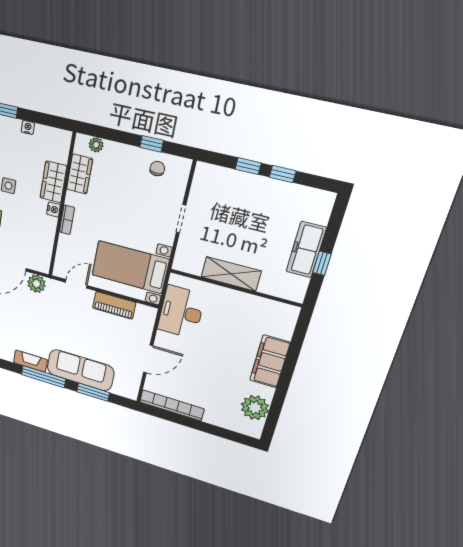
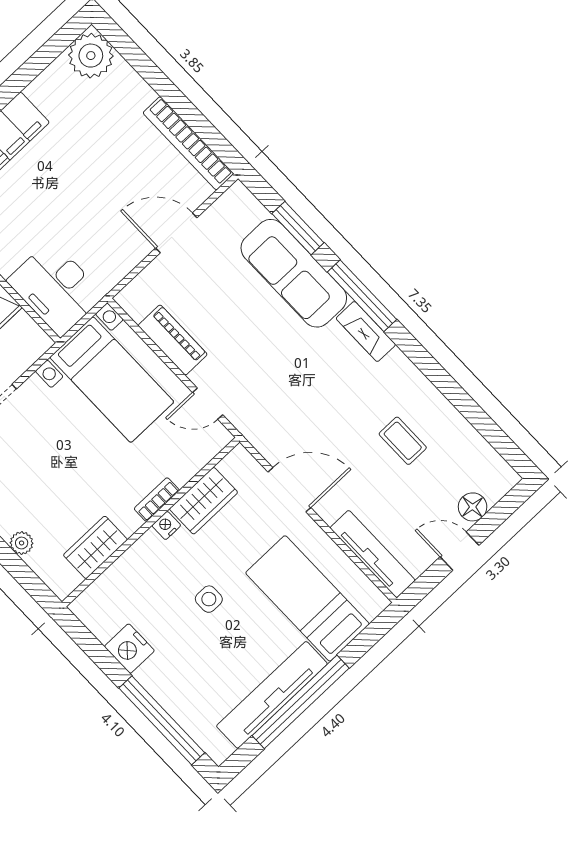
nightstand: (28, 127) -> (129, 649), width x1.89, depth x1.79
plant: (96, 145) -> (22, 543), moved
wardrobe: (53, 182) -> (204, 501), moved
plant: (36, 284) -> (269, 440), removed
desk: (181, 312) -> (56, 288), moved, turned 90
plant: (255, 408) -> (91, 56), moved

